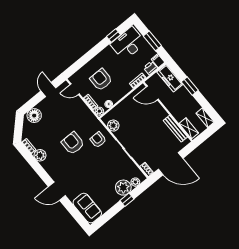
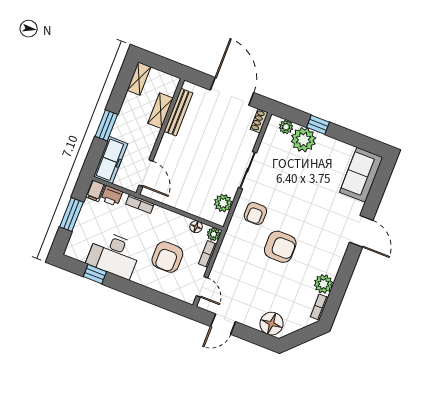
desk: (128, 44) -> (114, 255), moved
shelving: (189, 128) -> (160, 111), moved
armchair: (73, 143) -> (280, 247), turned -90

